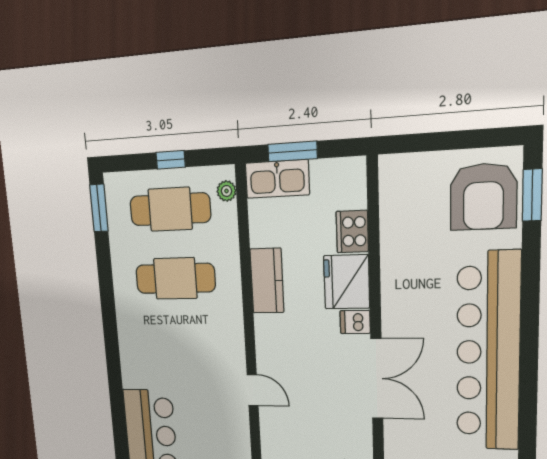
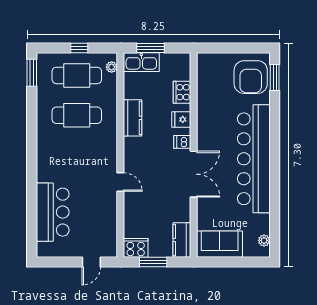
fridge: (347, 282) -> (181, 119), width x0.53, depth x0.75

